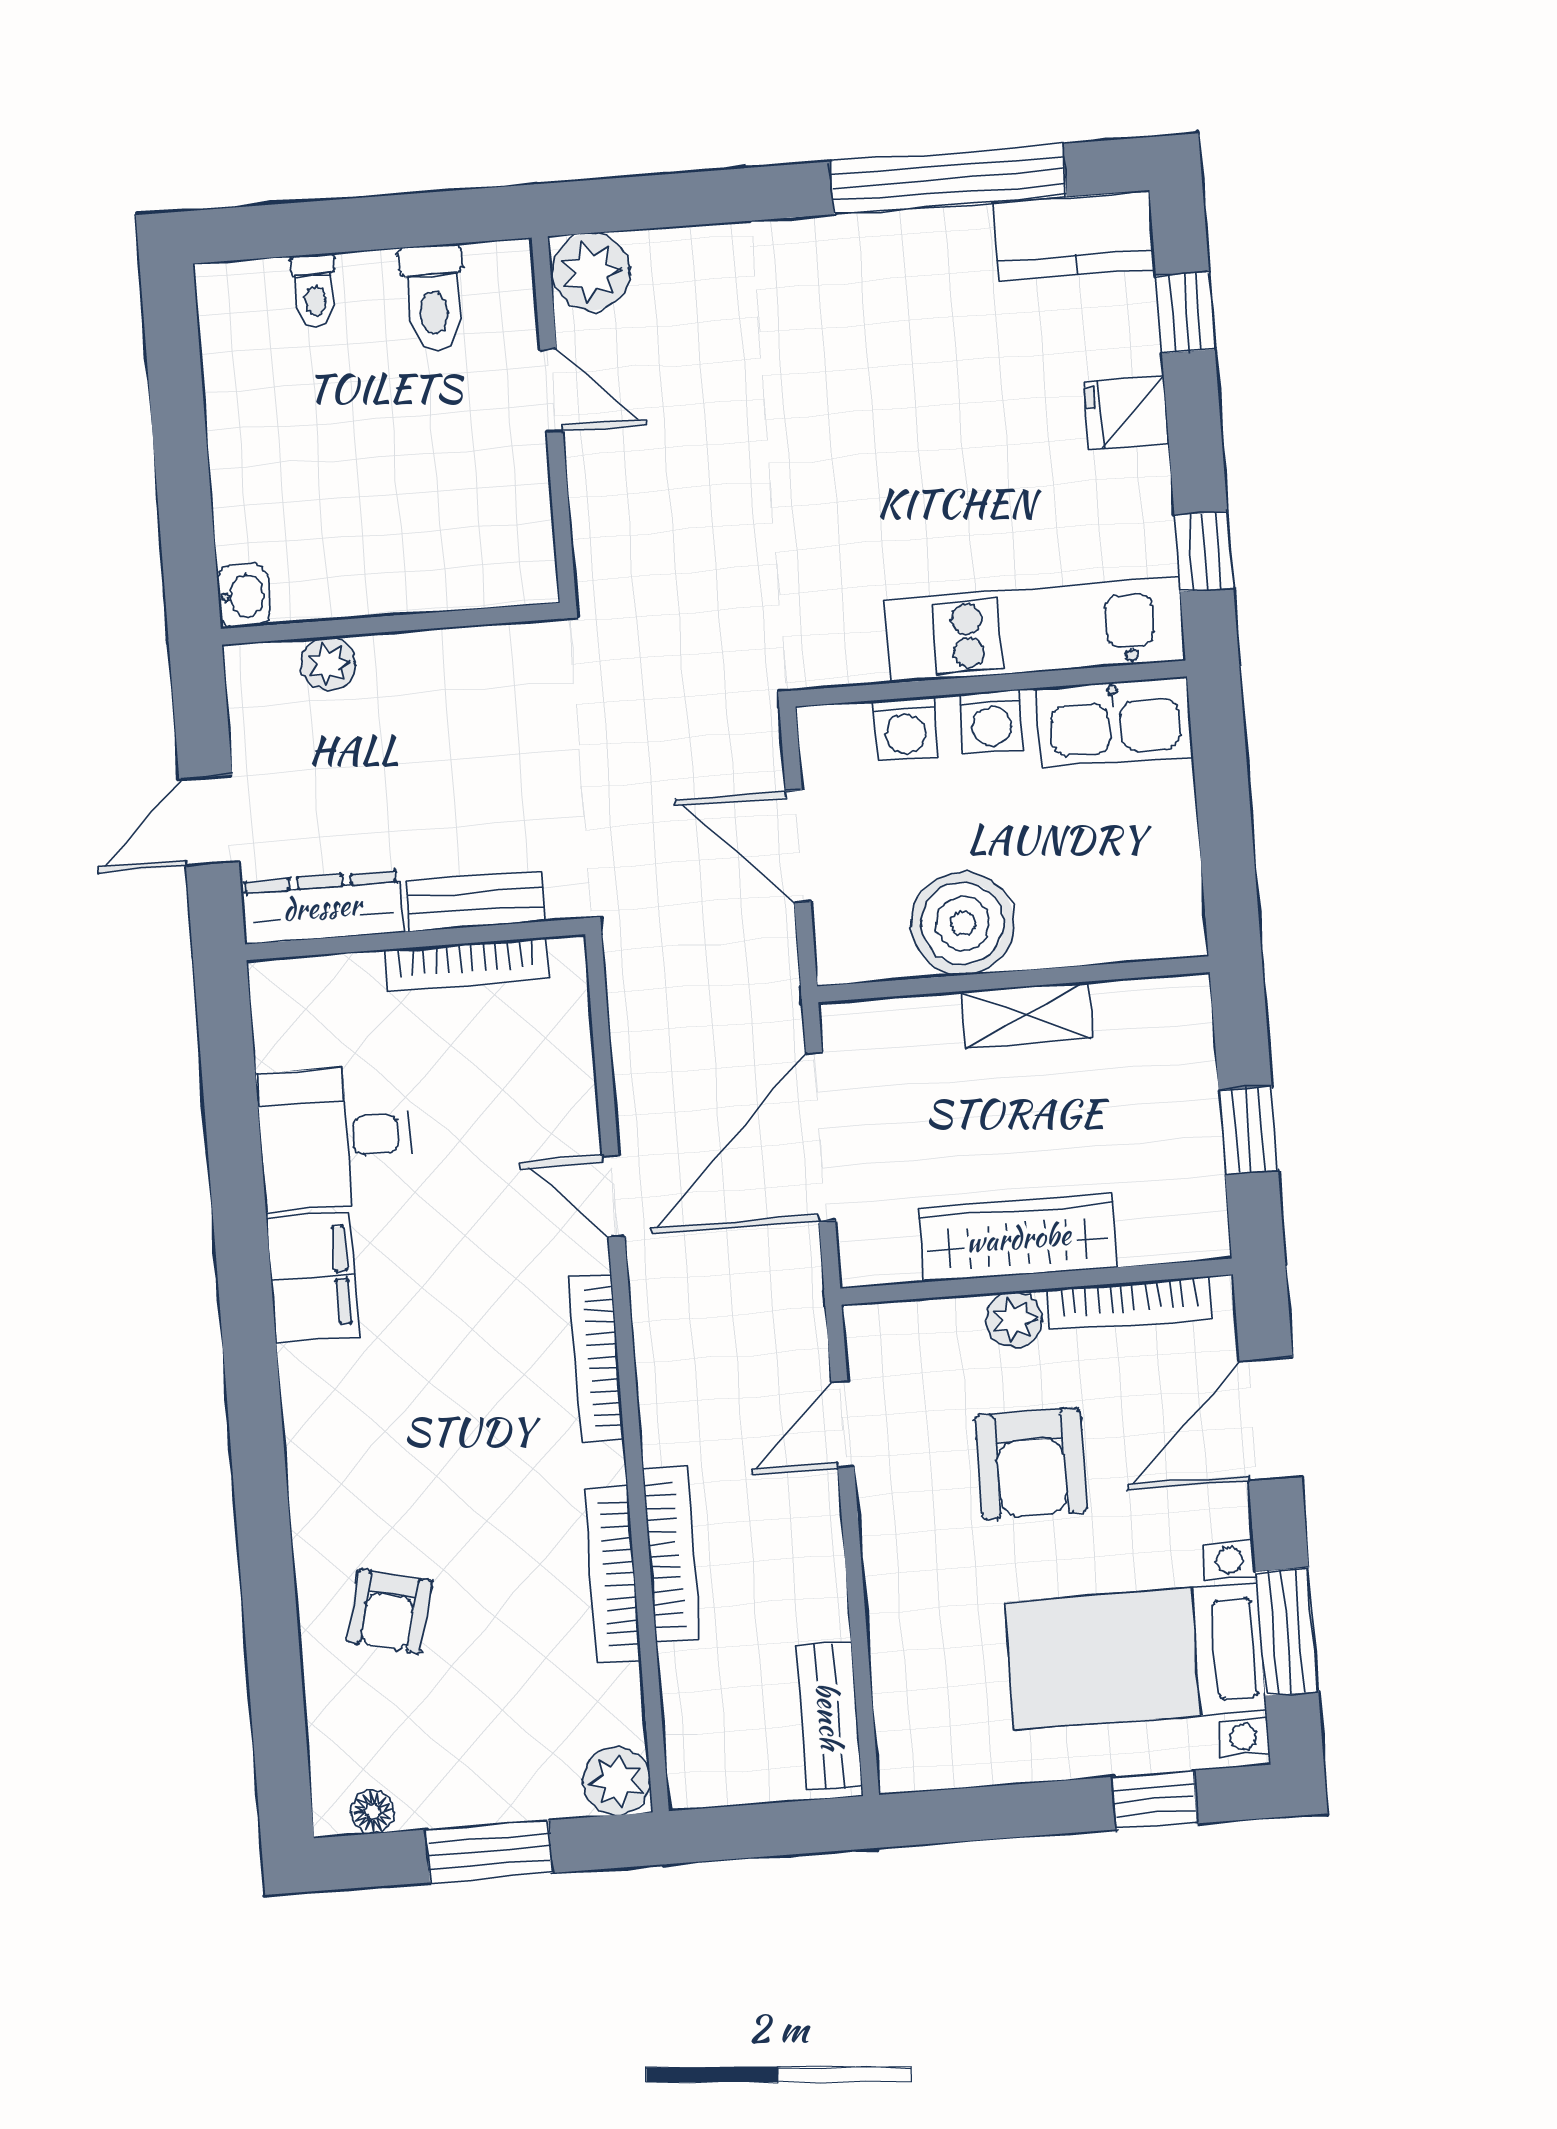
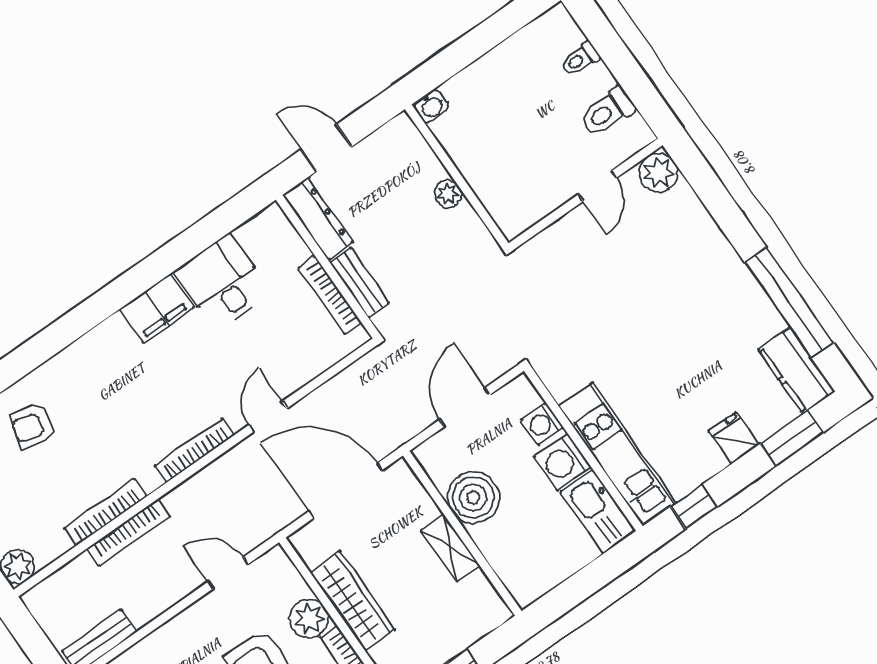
window: (1185, 313) -> (792, 438), width x1.50
plant: (328, 664) -> (448, 194), moved
washing machine: (991, 722) -> (562, 462), width x1.38, depth x1.38
plant: (1014, 1319) -> (309, 619), width x1.38, depth x1.38

